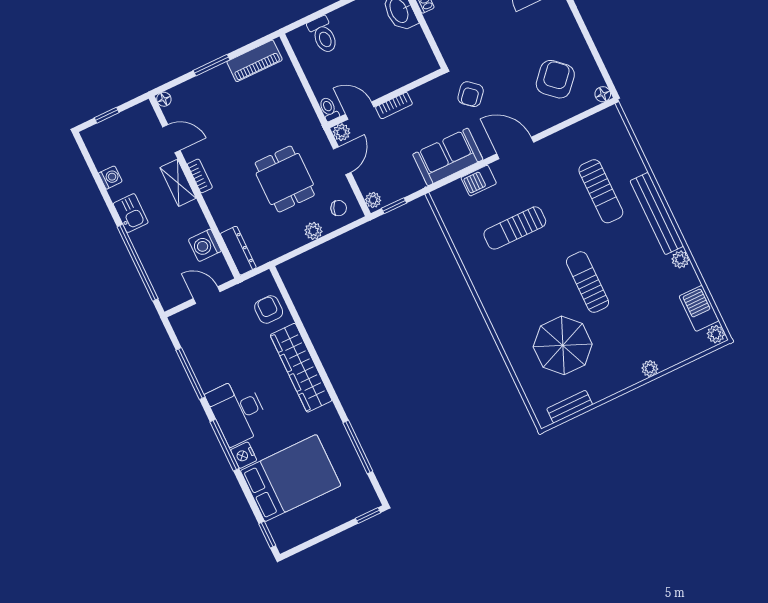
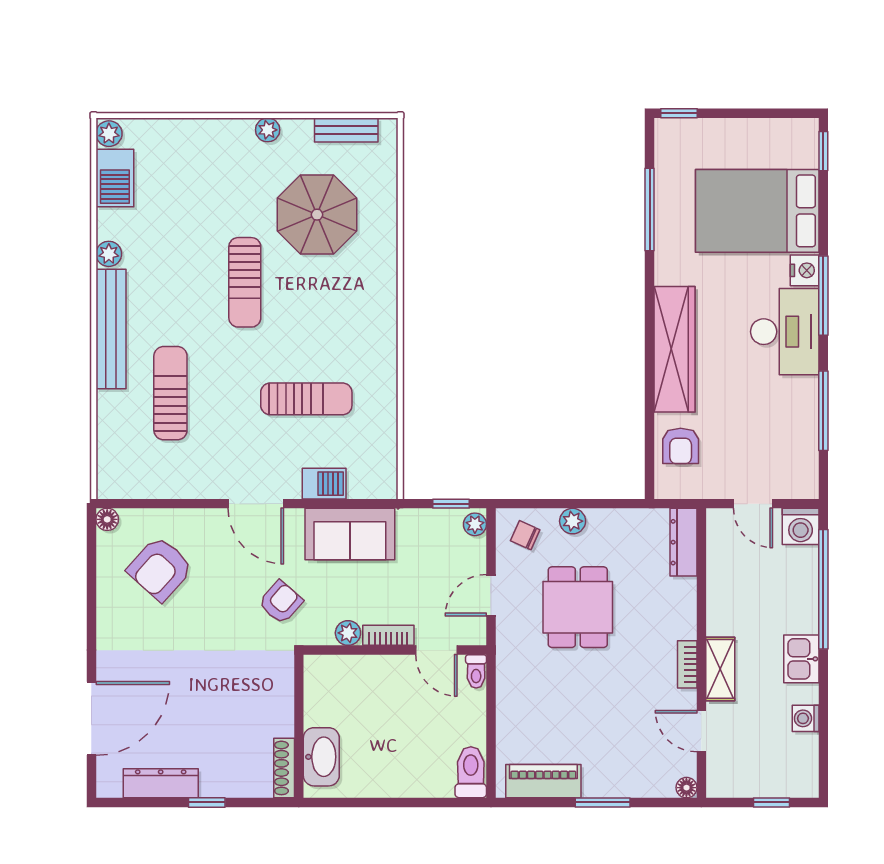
toilet: (323, 35) -> (471, 772), moved
plant: (342, 132) -> (348, 633), moved
washing machine: (205, 245) -> (801, 526), moved, turned 90
plant: (650, 368) -> (268, 130), moved

